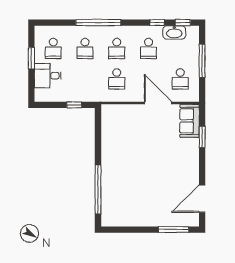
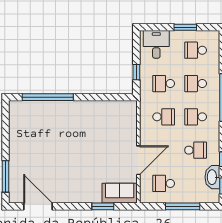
school desk: (149, 48) -> (196, 150), turned 180
desk: (48, 76) -> (156, 44), moved
school desk: (85, 79) -> (164, 84), added
school desk: (117, 79) -> (164, 117), turned 180

